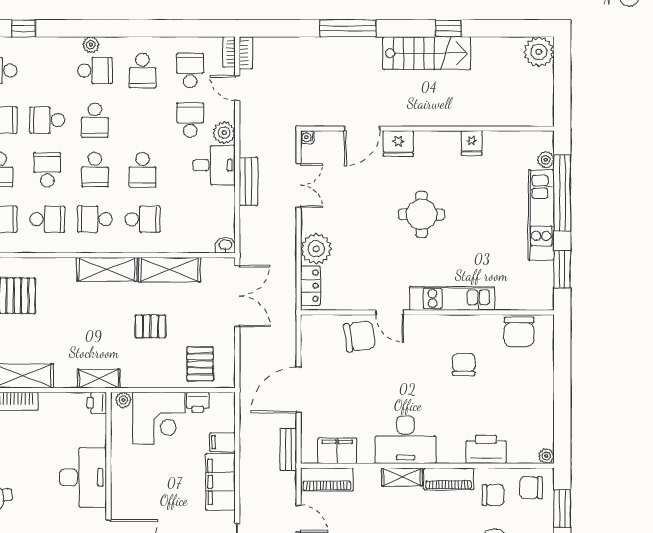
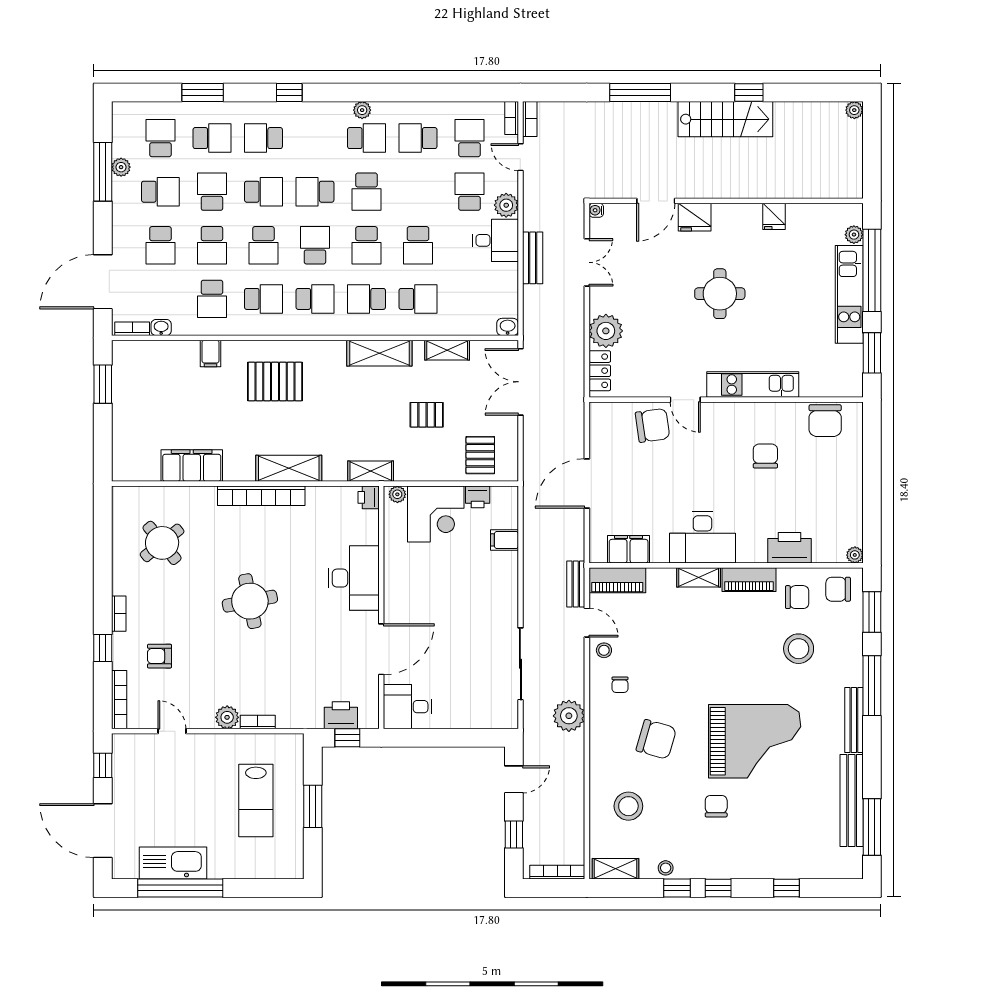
plant: (539, 52) -> (854, 110), width x0.53, depth x0.53
school desk: (142, 71) -> (418, 138), turned 90
shelving: (169, 270) -> (447, 350), width x0.67, depth x0.75
double door: (237, 296) -> (520, 382), swing flipped
bench: (288, 449) -> (576, 584), moved
filing cabinet: (220, 482) -> (502, 583), removed

